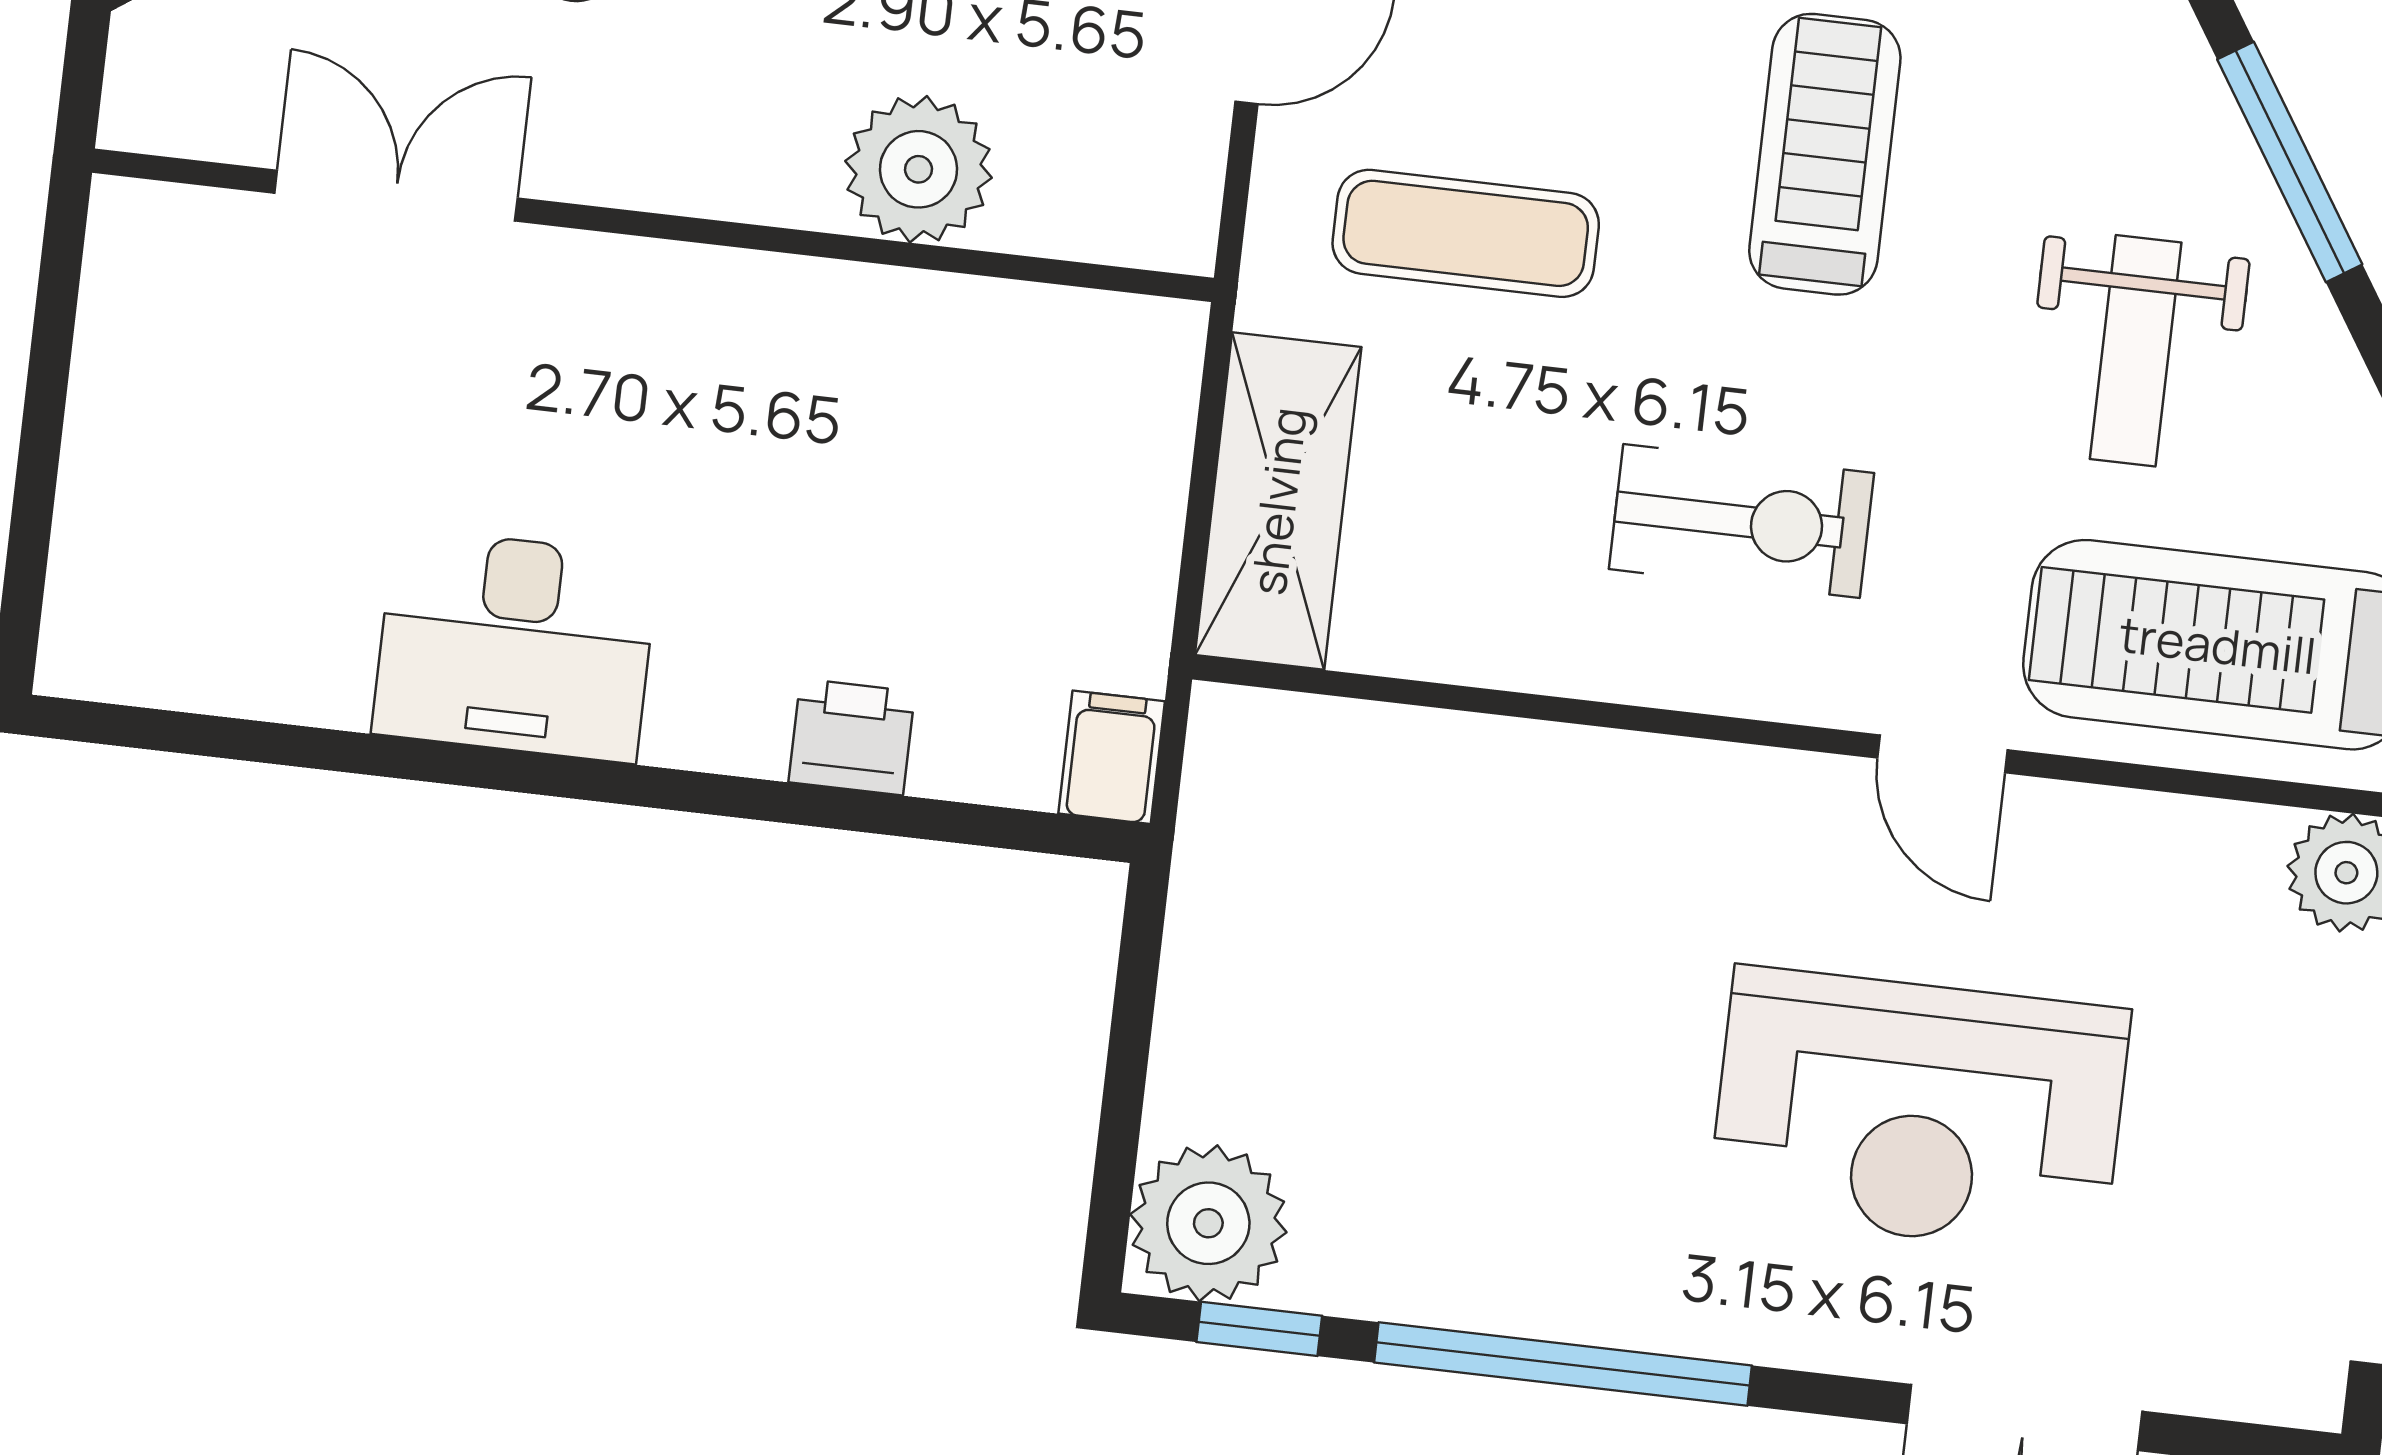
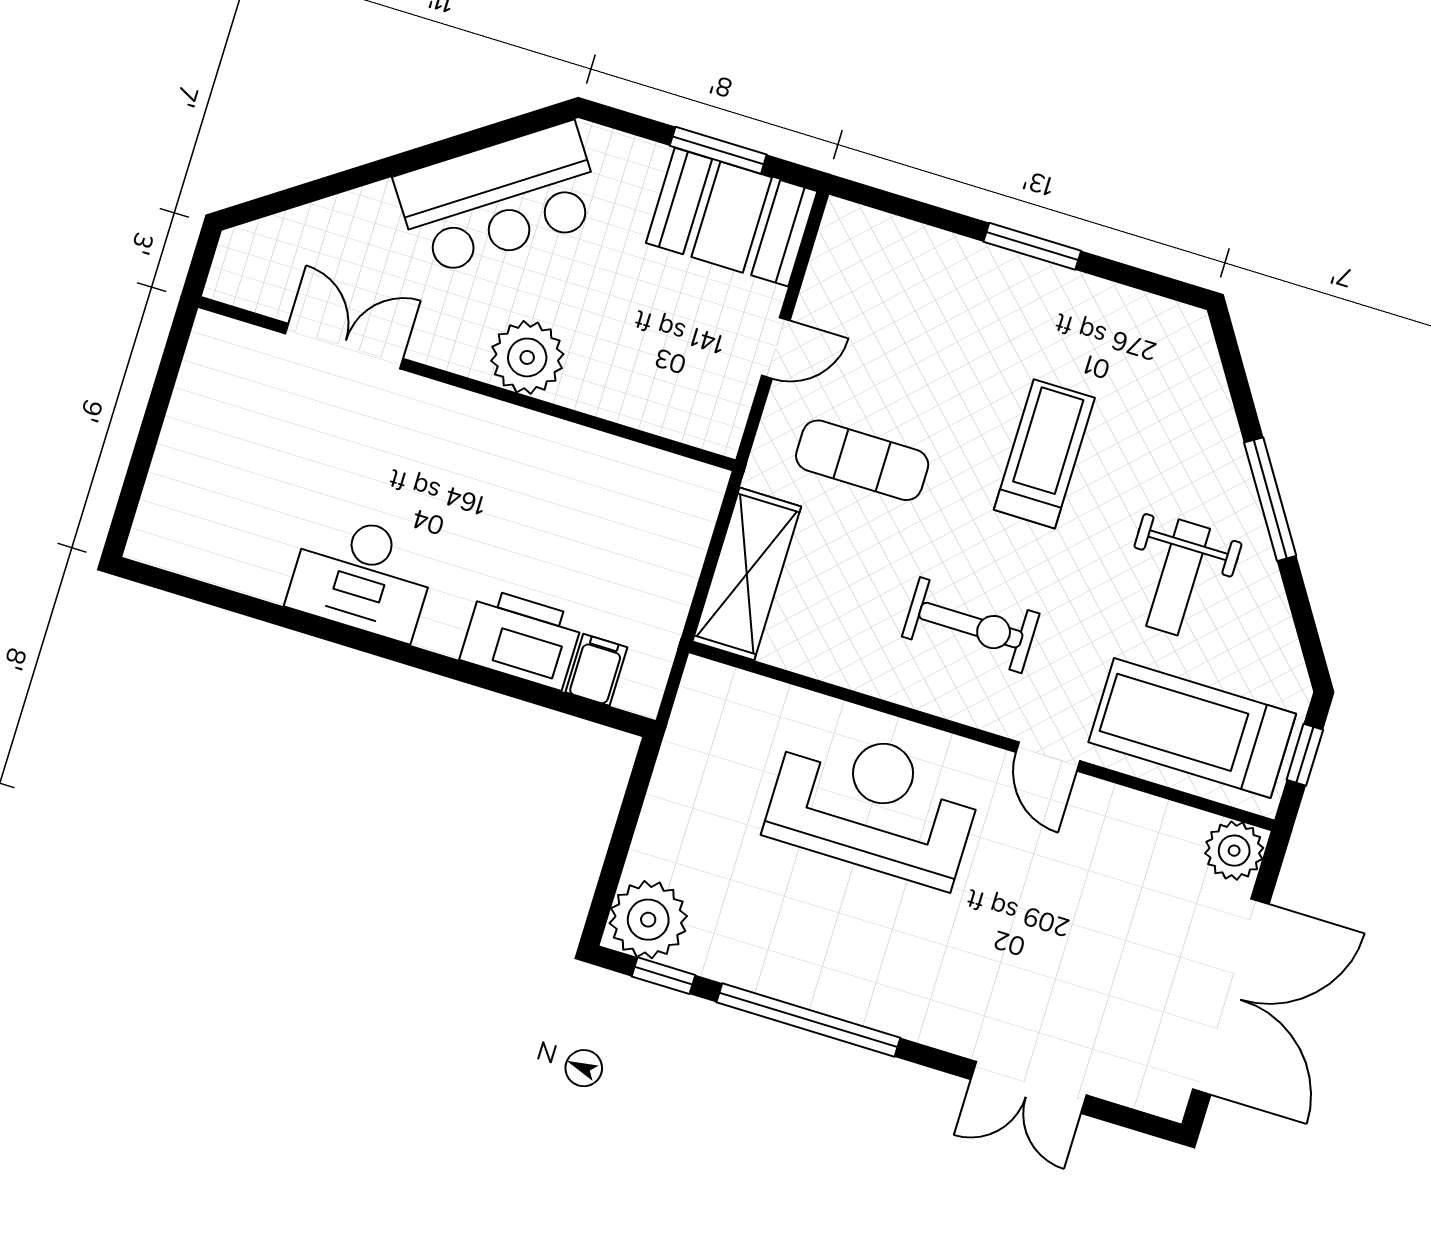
plant: (918, 169) -> (527, 357), moved
printer: (852, 737) -> (522, 639), width x1.87, depth x1.48
filing cabinet: (1112, 757) -> (596, 670), moved
reception desk: (1919, 1111) -> (874, 805), moved, turned 180

